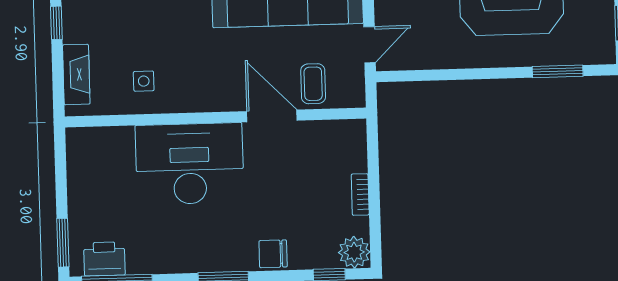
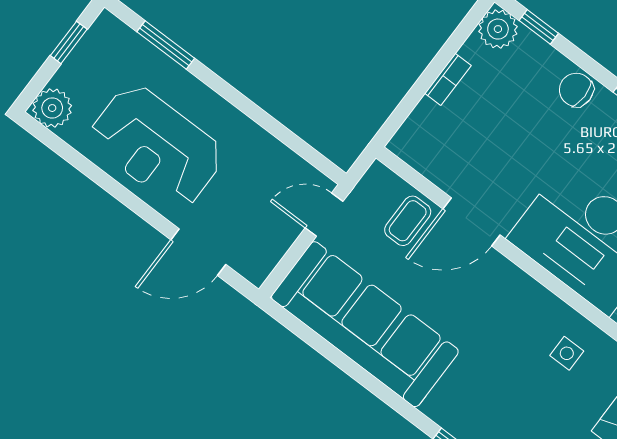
door: (272, 116) -> (471, 222), hinge flipped
chair: (273, 254) -> (576, 90), turned 180

